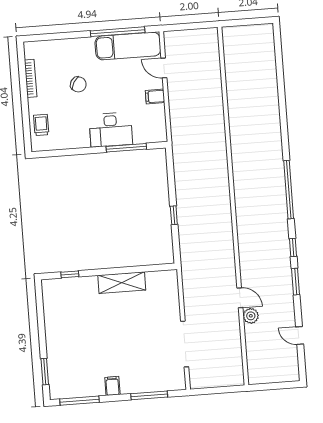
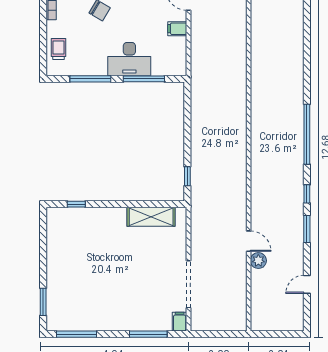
window: (74, 152) -> (90, 79), added
window: (174, 215) -> (187, 176), moved
shelving: (122, 283) -> (151, 217), moved
door: (300, 335) -> (307, 284), hinge flipped
filing cabinet: (112, 386) -> (180, 322), moved

